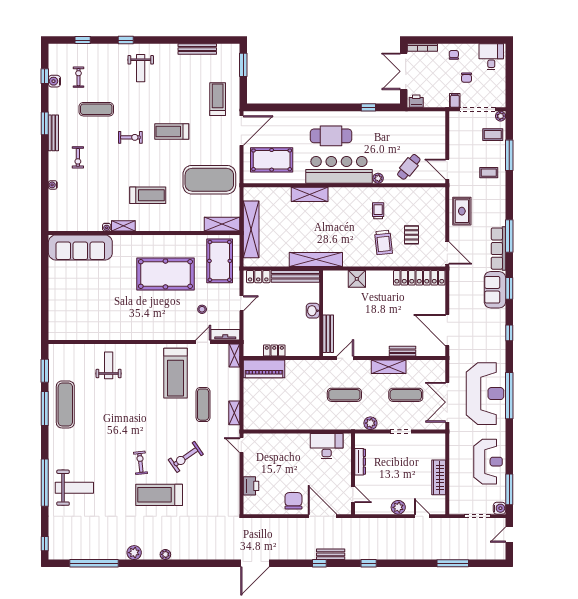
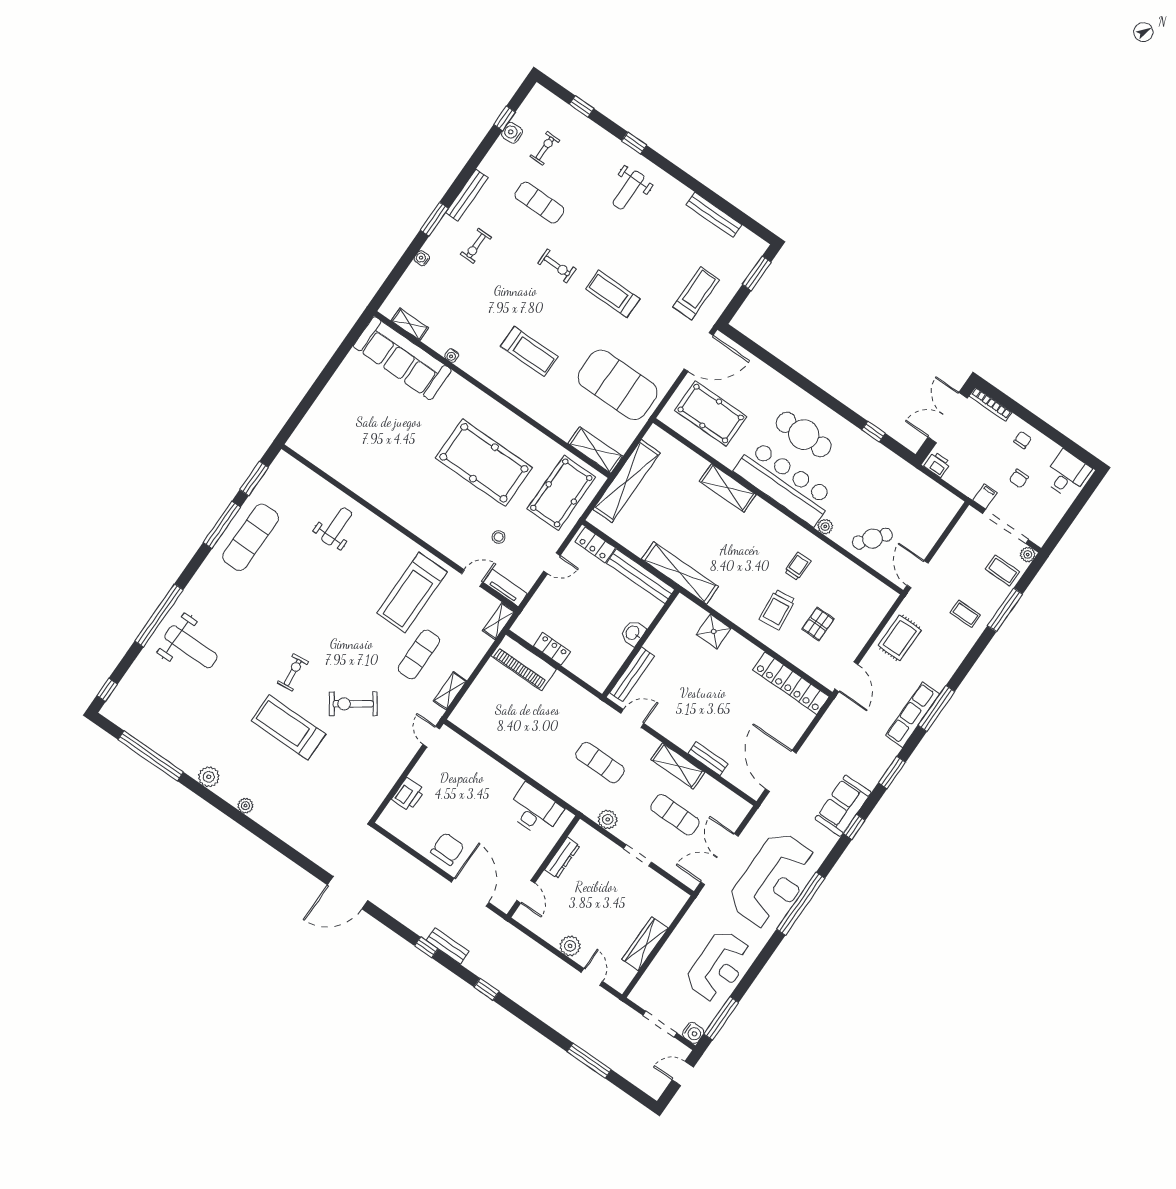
window: (45, 123) -> (434, 219), moved
shelving: (123, 226) -> (410, 324), moved
sofa: (495, 290) -> (843, 806), moved

